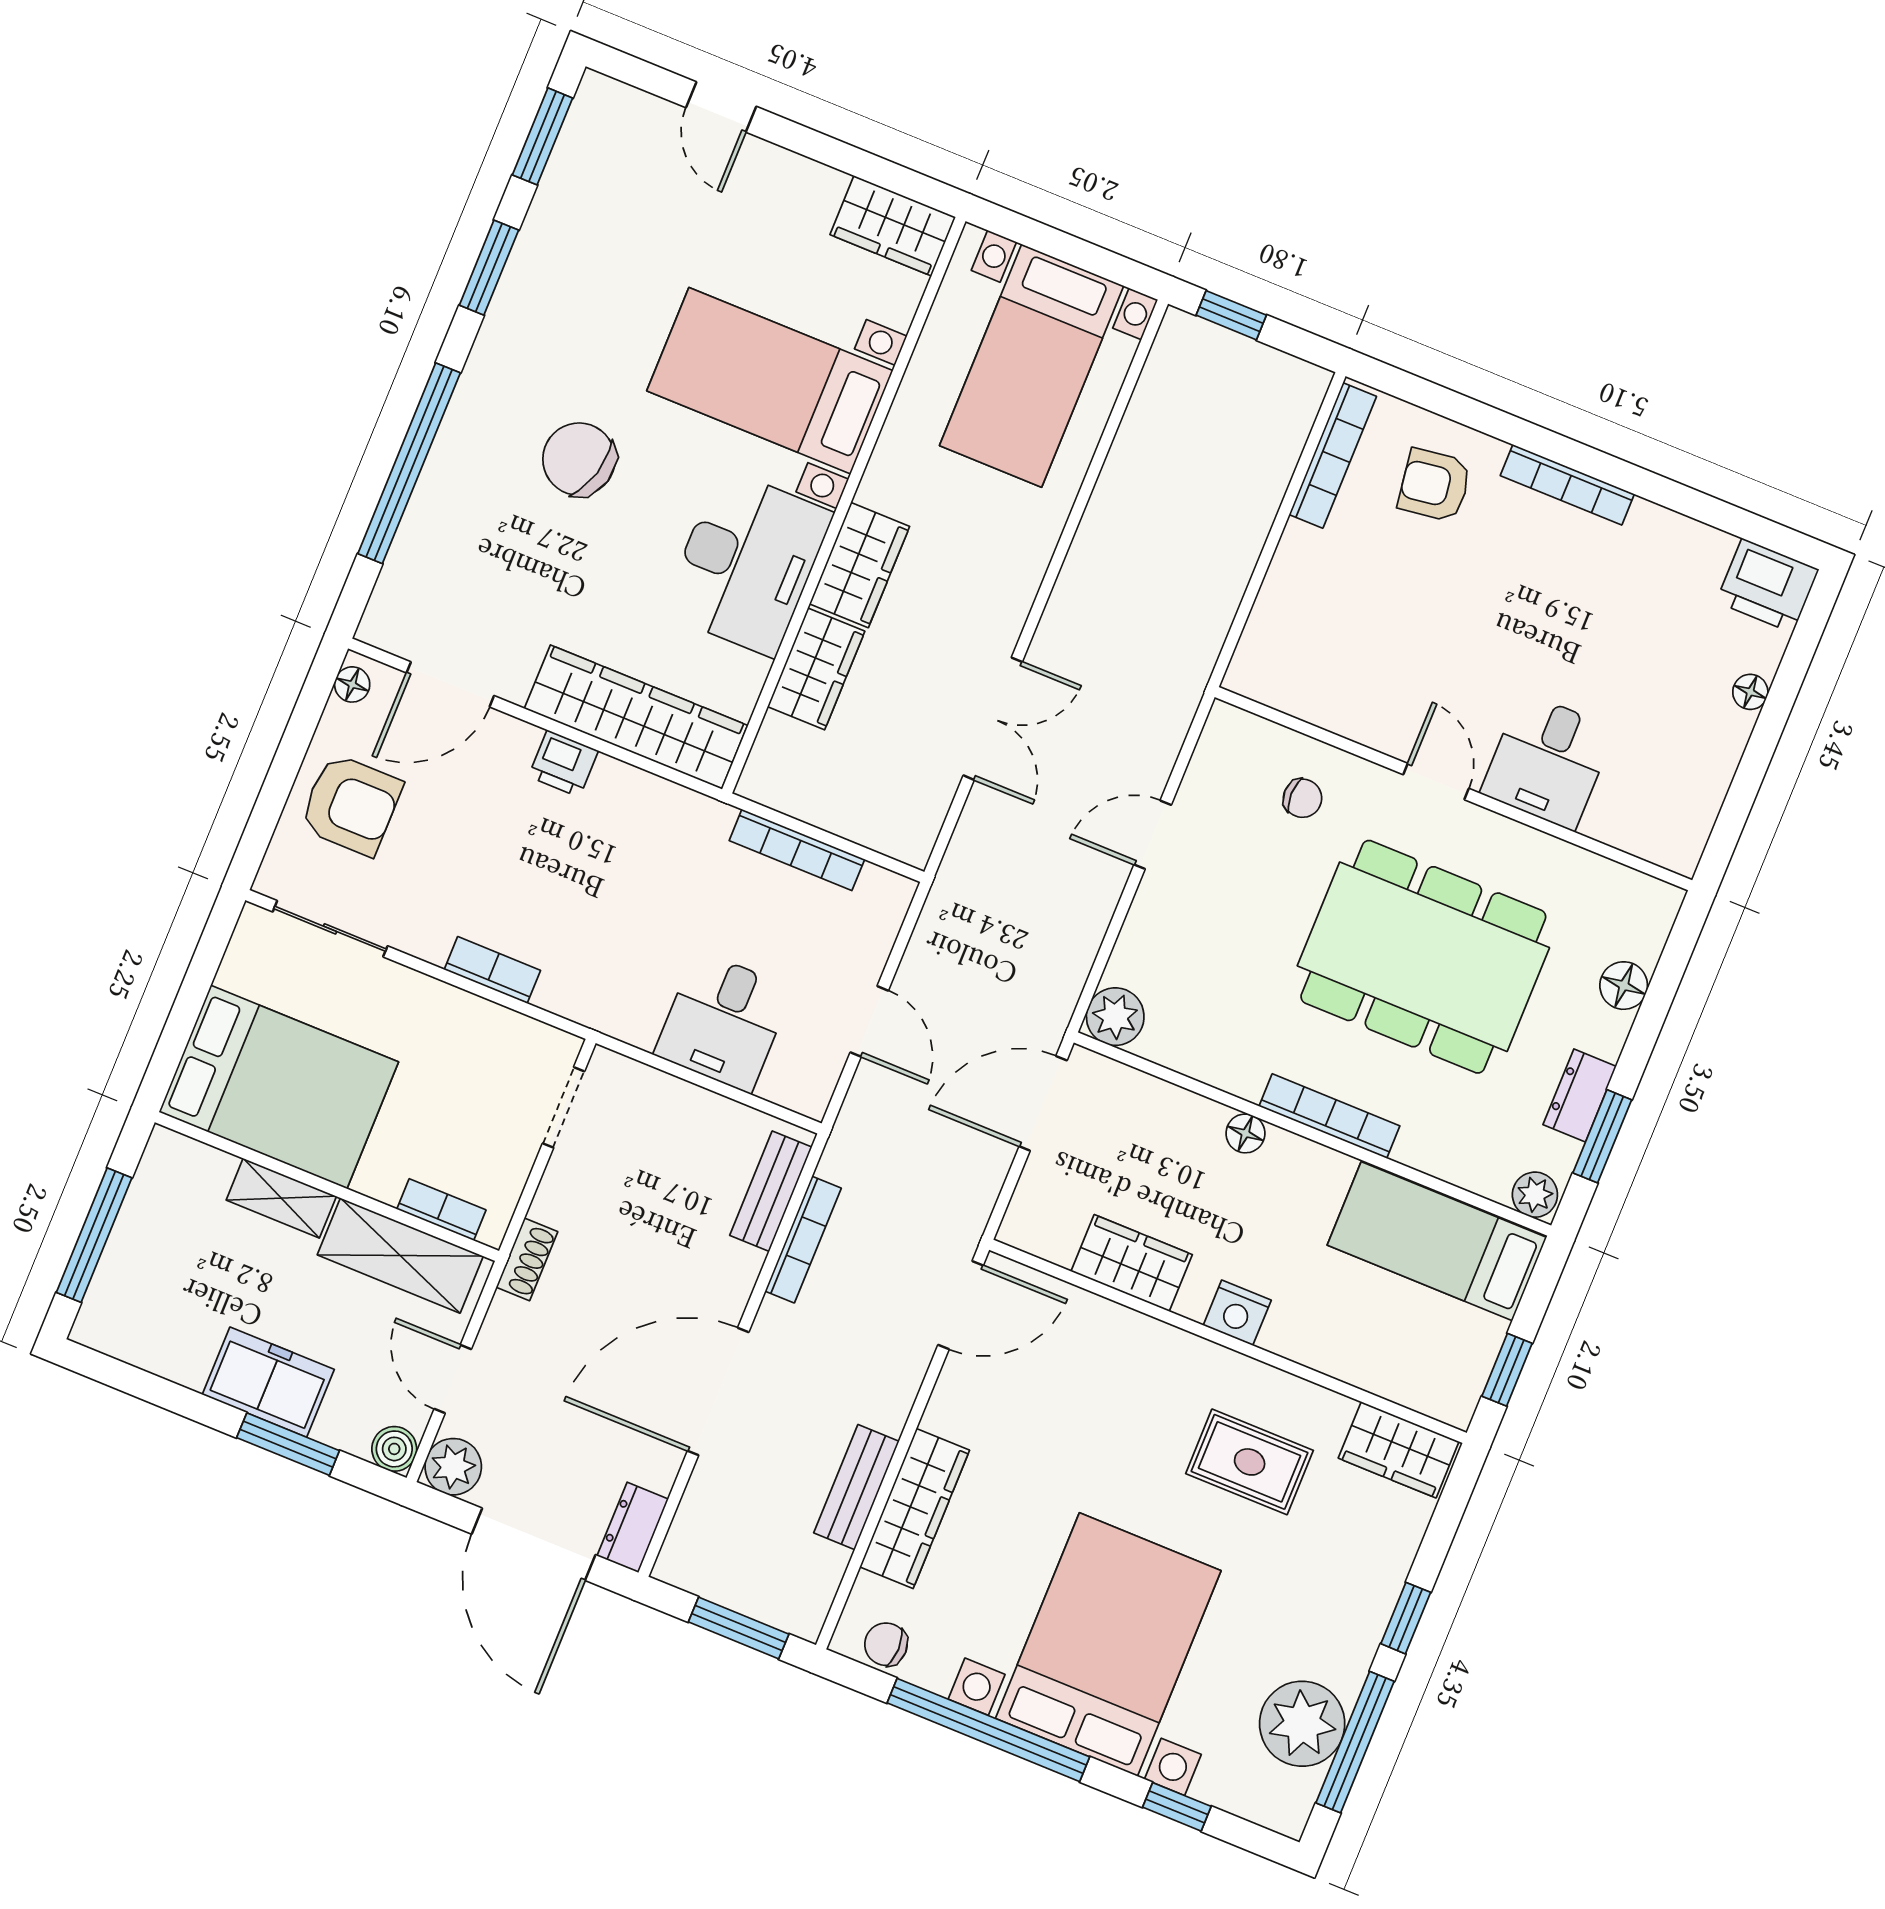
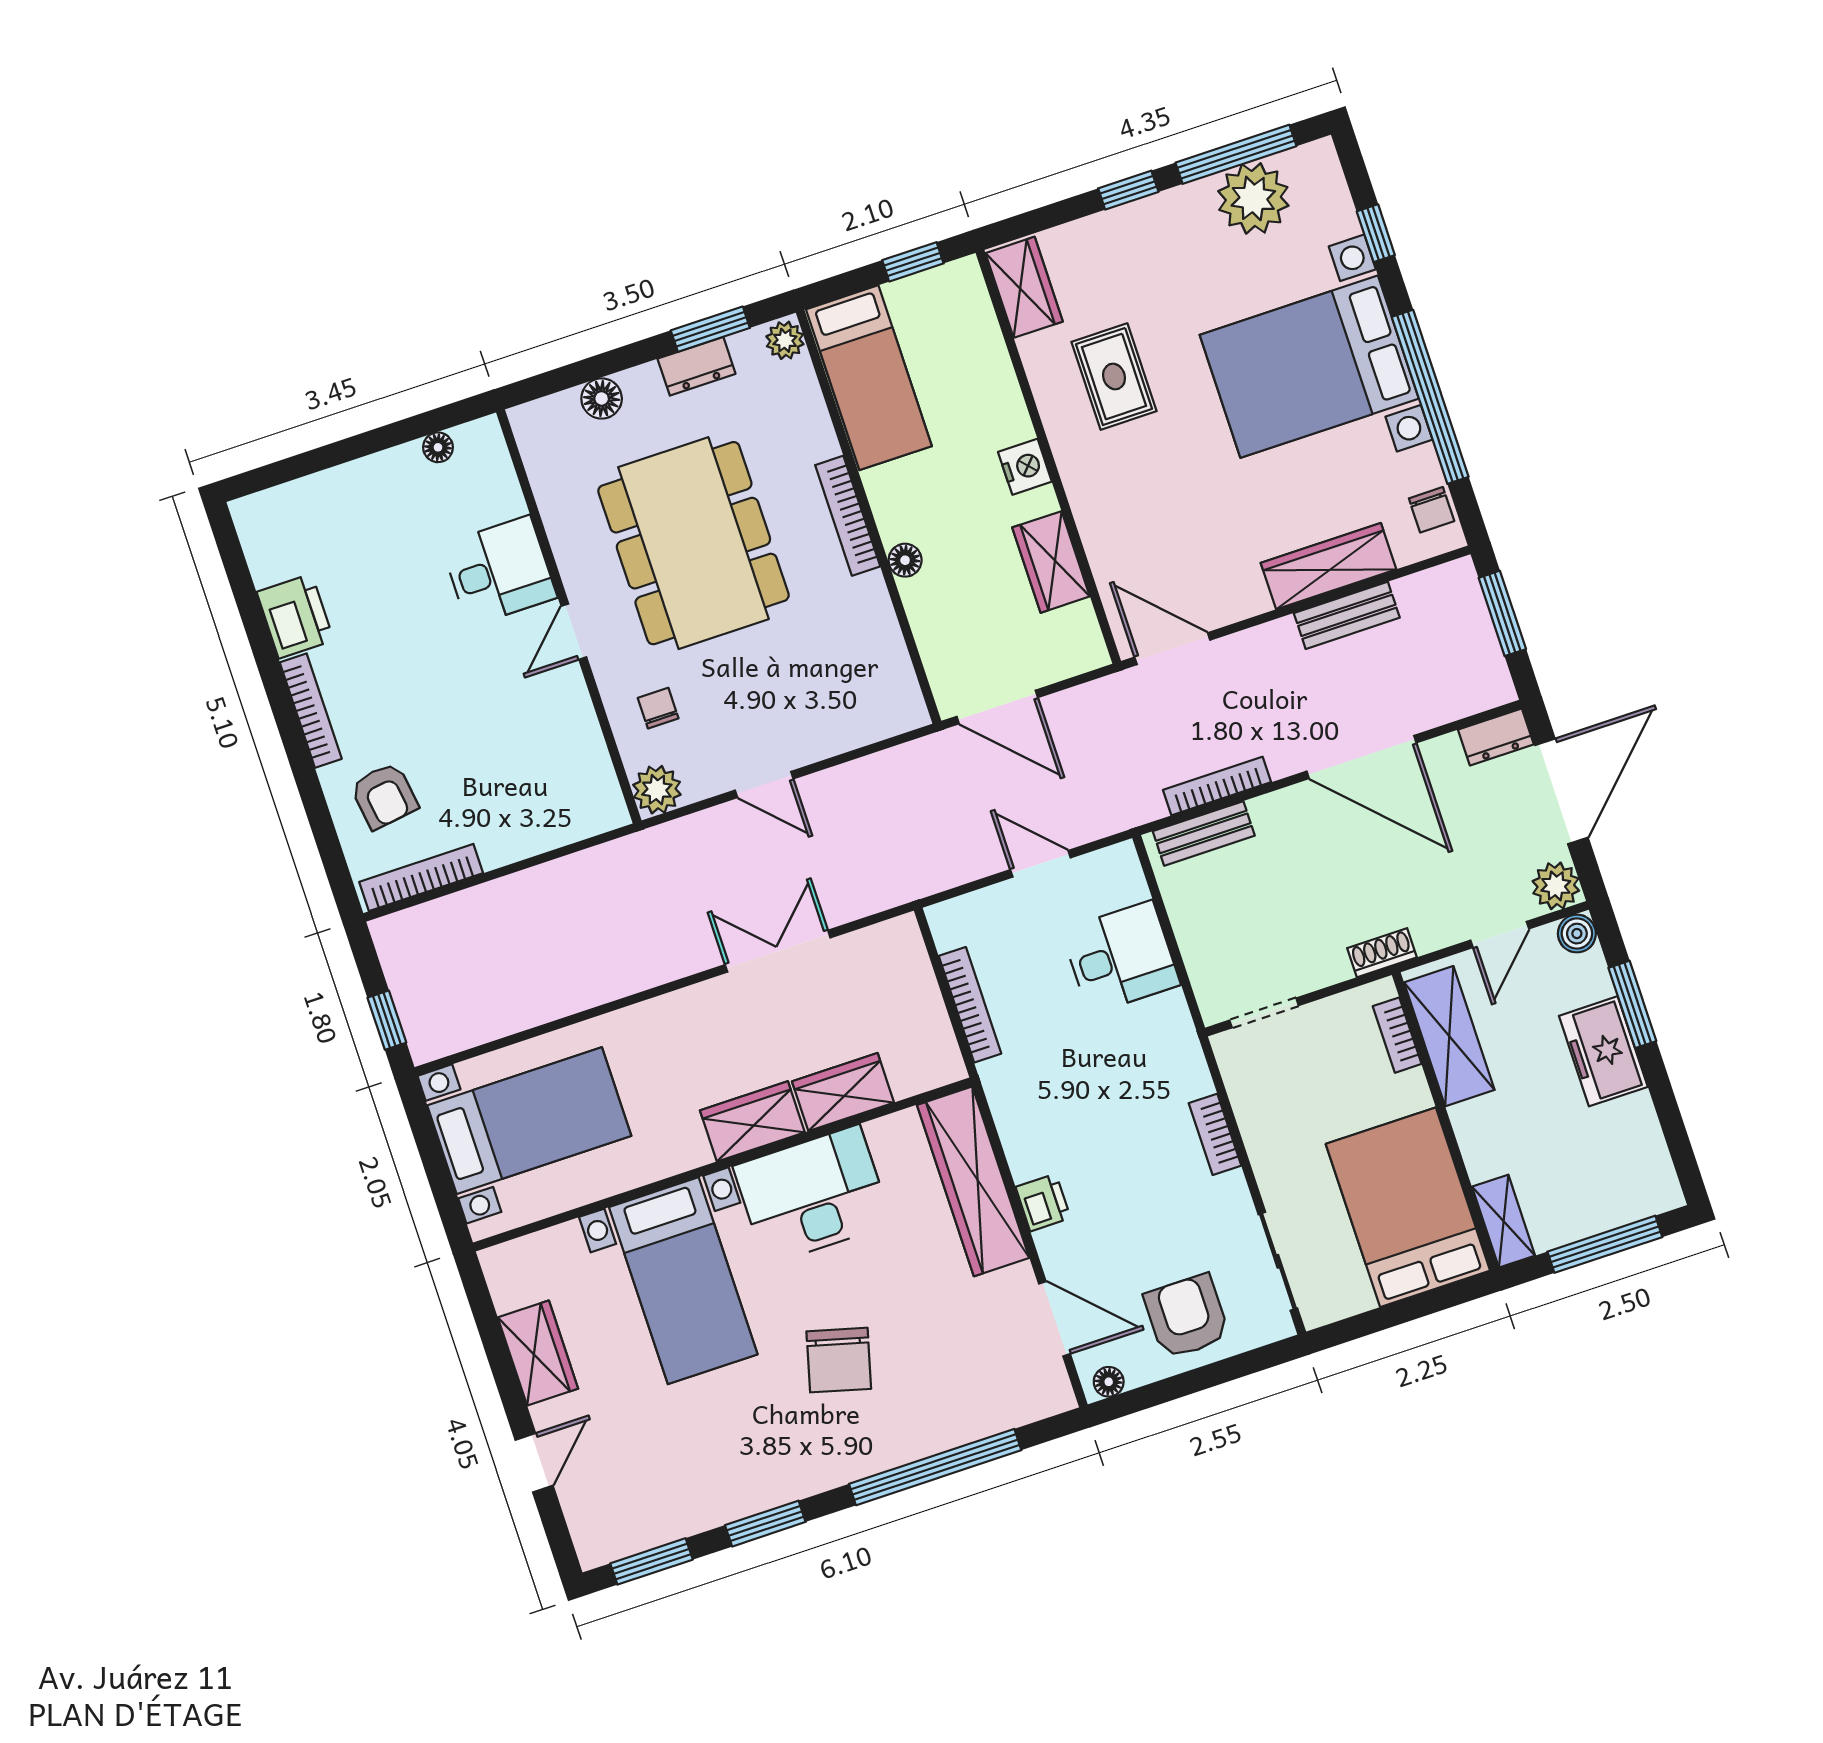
wardrobe: (893, 226) -> (538, 1353), moved
printer: (1767, 586) -> (295, 616), moved
floor lamp: (1750, 692) -> (438, 447), moved
plant: (1115, 1017) -> (657, 790), moved
door: (869, 1021) -> (1040, 864), hinge flipped
shelving: (281, 1198) -> (1504, 1221), moved

